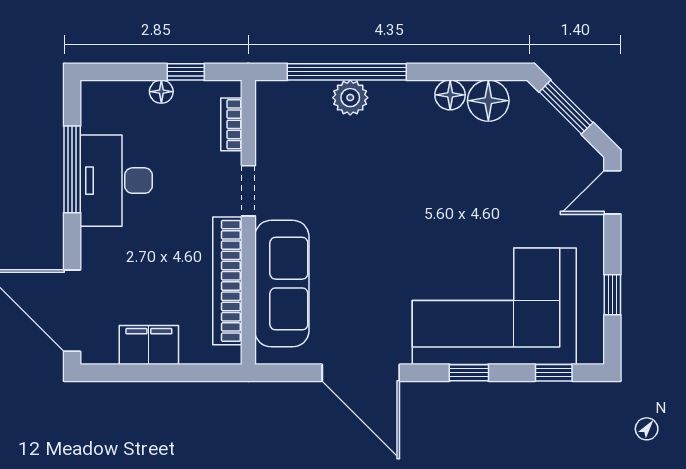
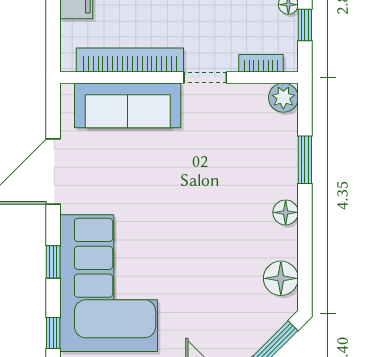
window: (347, 72) -> (305, 160), width x0.47
floor lamp: (450, 95) -> (286, 212), moved
plant: (350, 98) -> (283, 98), moved

